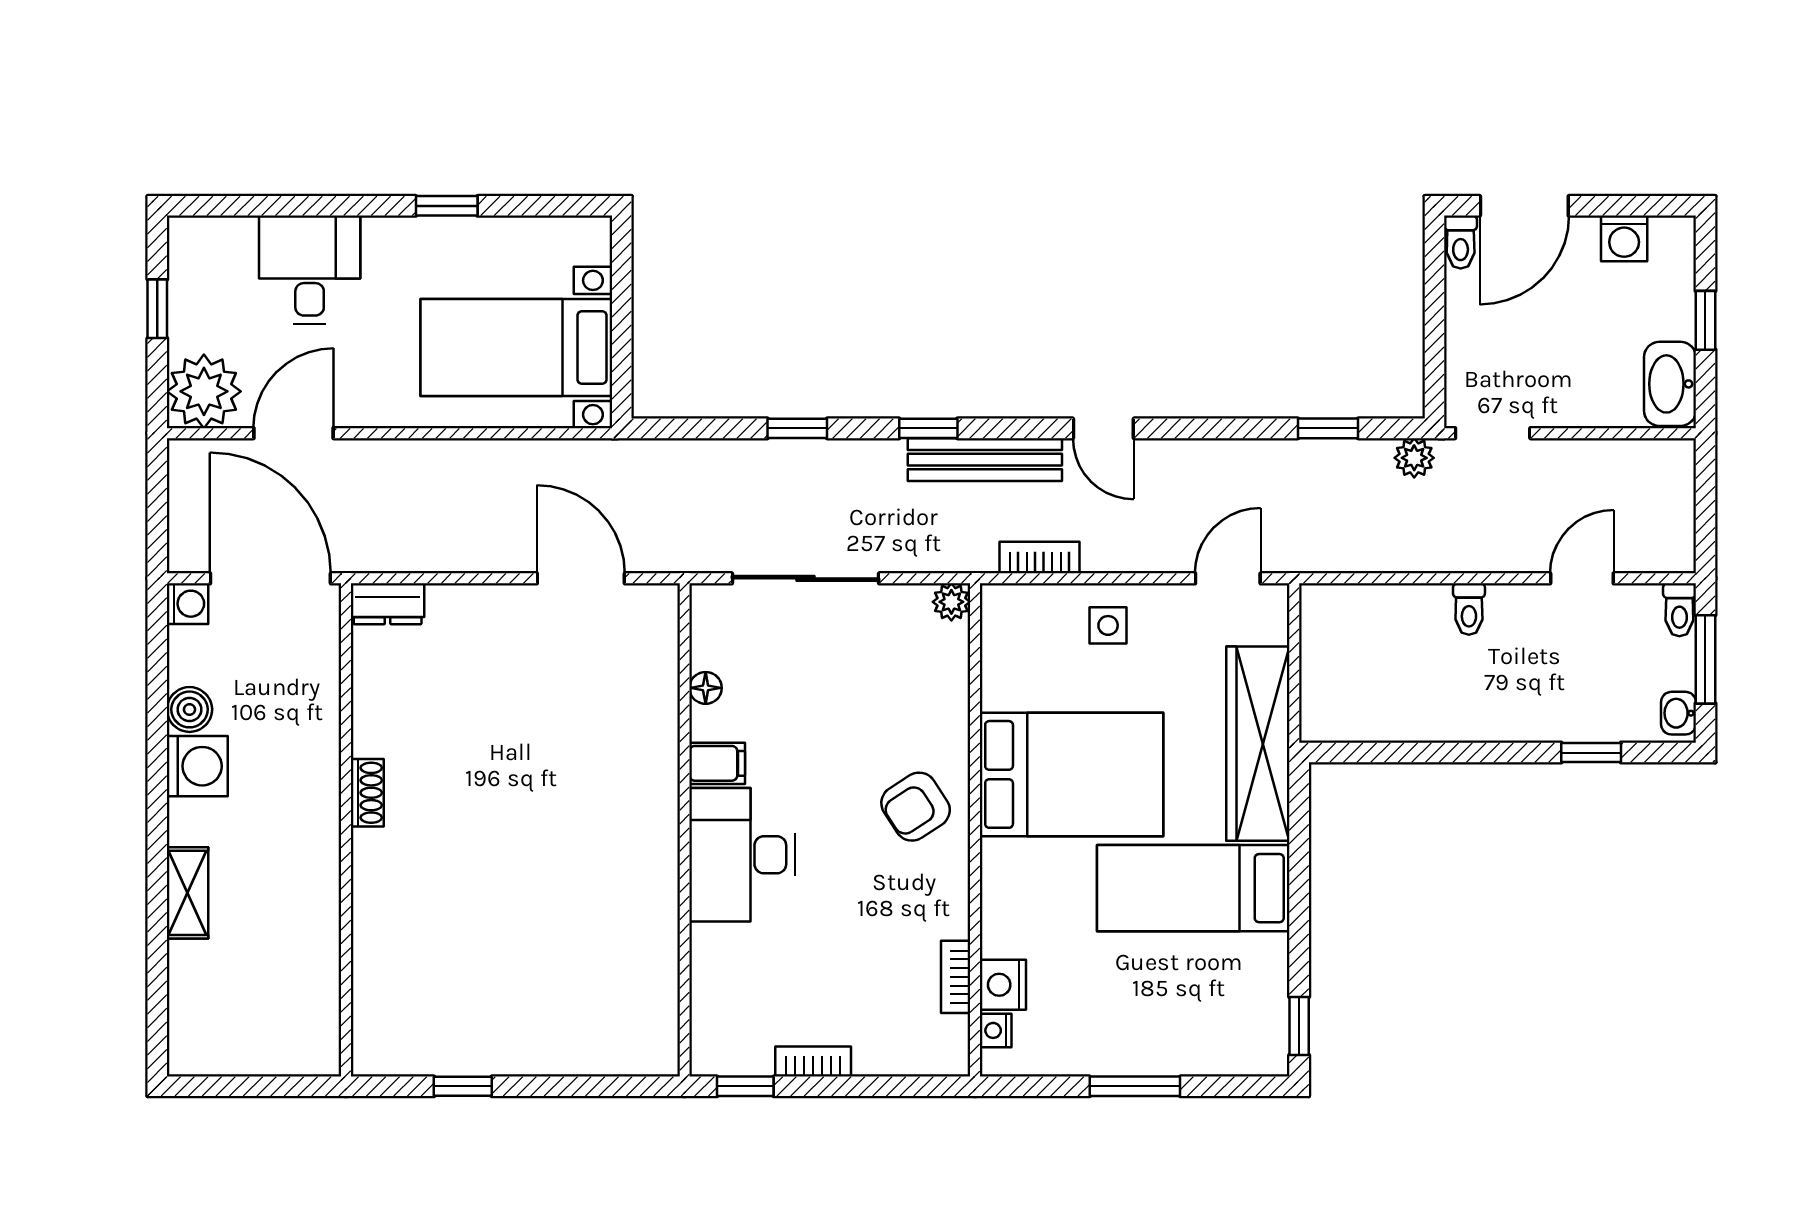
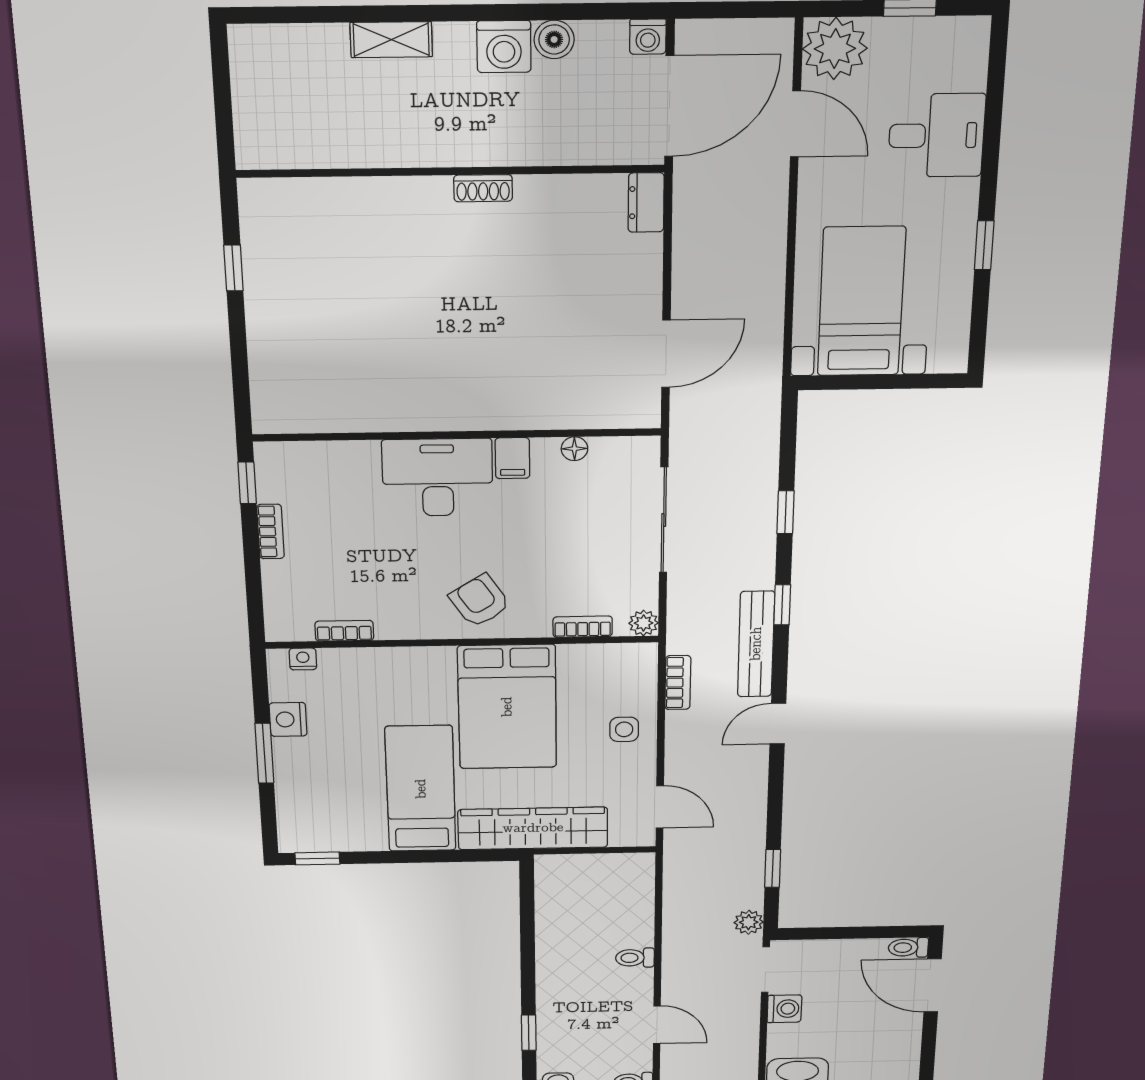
washing machine: (1624, 238) -> (784, 1009), moved, turned 180
bookcase: (955, 678) -> (583, 627), added
nightstand: (1003, 985) -> (288, 719), moved, turned -90

